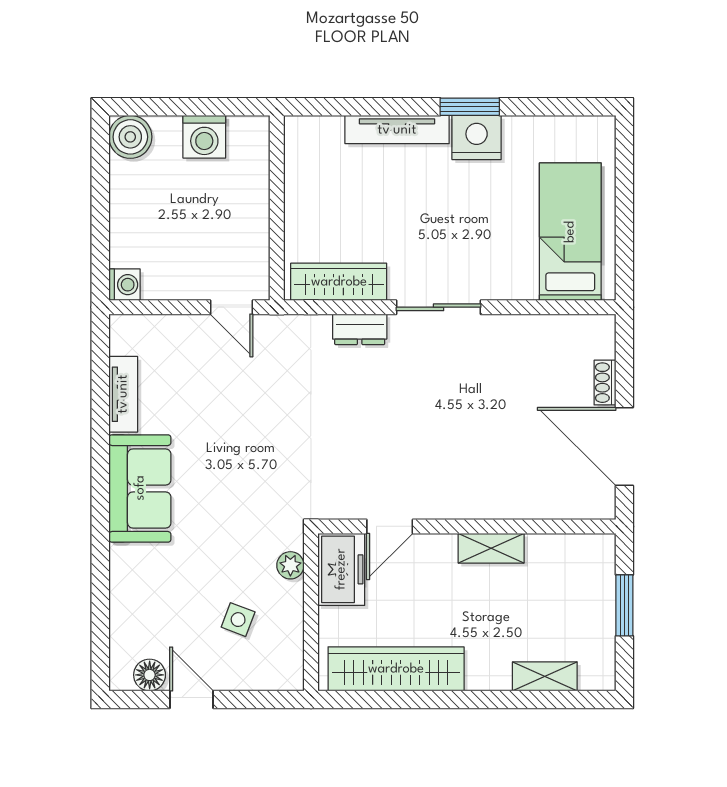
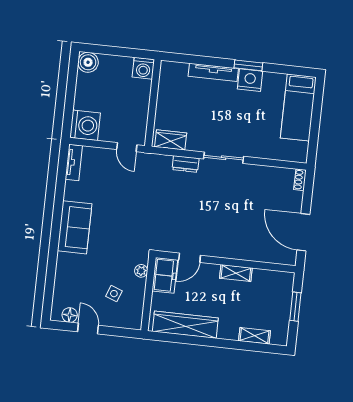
washing machine: (204, 137) -> (143, 68), moved
bed: (570, 232) -> (298, 107), moved, turned 180
wardrobe: (339, 282) -> (171, 140), width x0.67
washing machine: (125, 285) -> (85, 125), width x1.89, depth x1.89
shoe rack: (605, 383) -> (300, 180), moved
tv unit: (123, 394) -> (74, 163), moved

